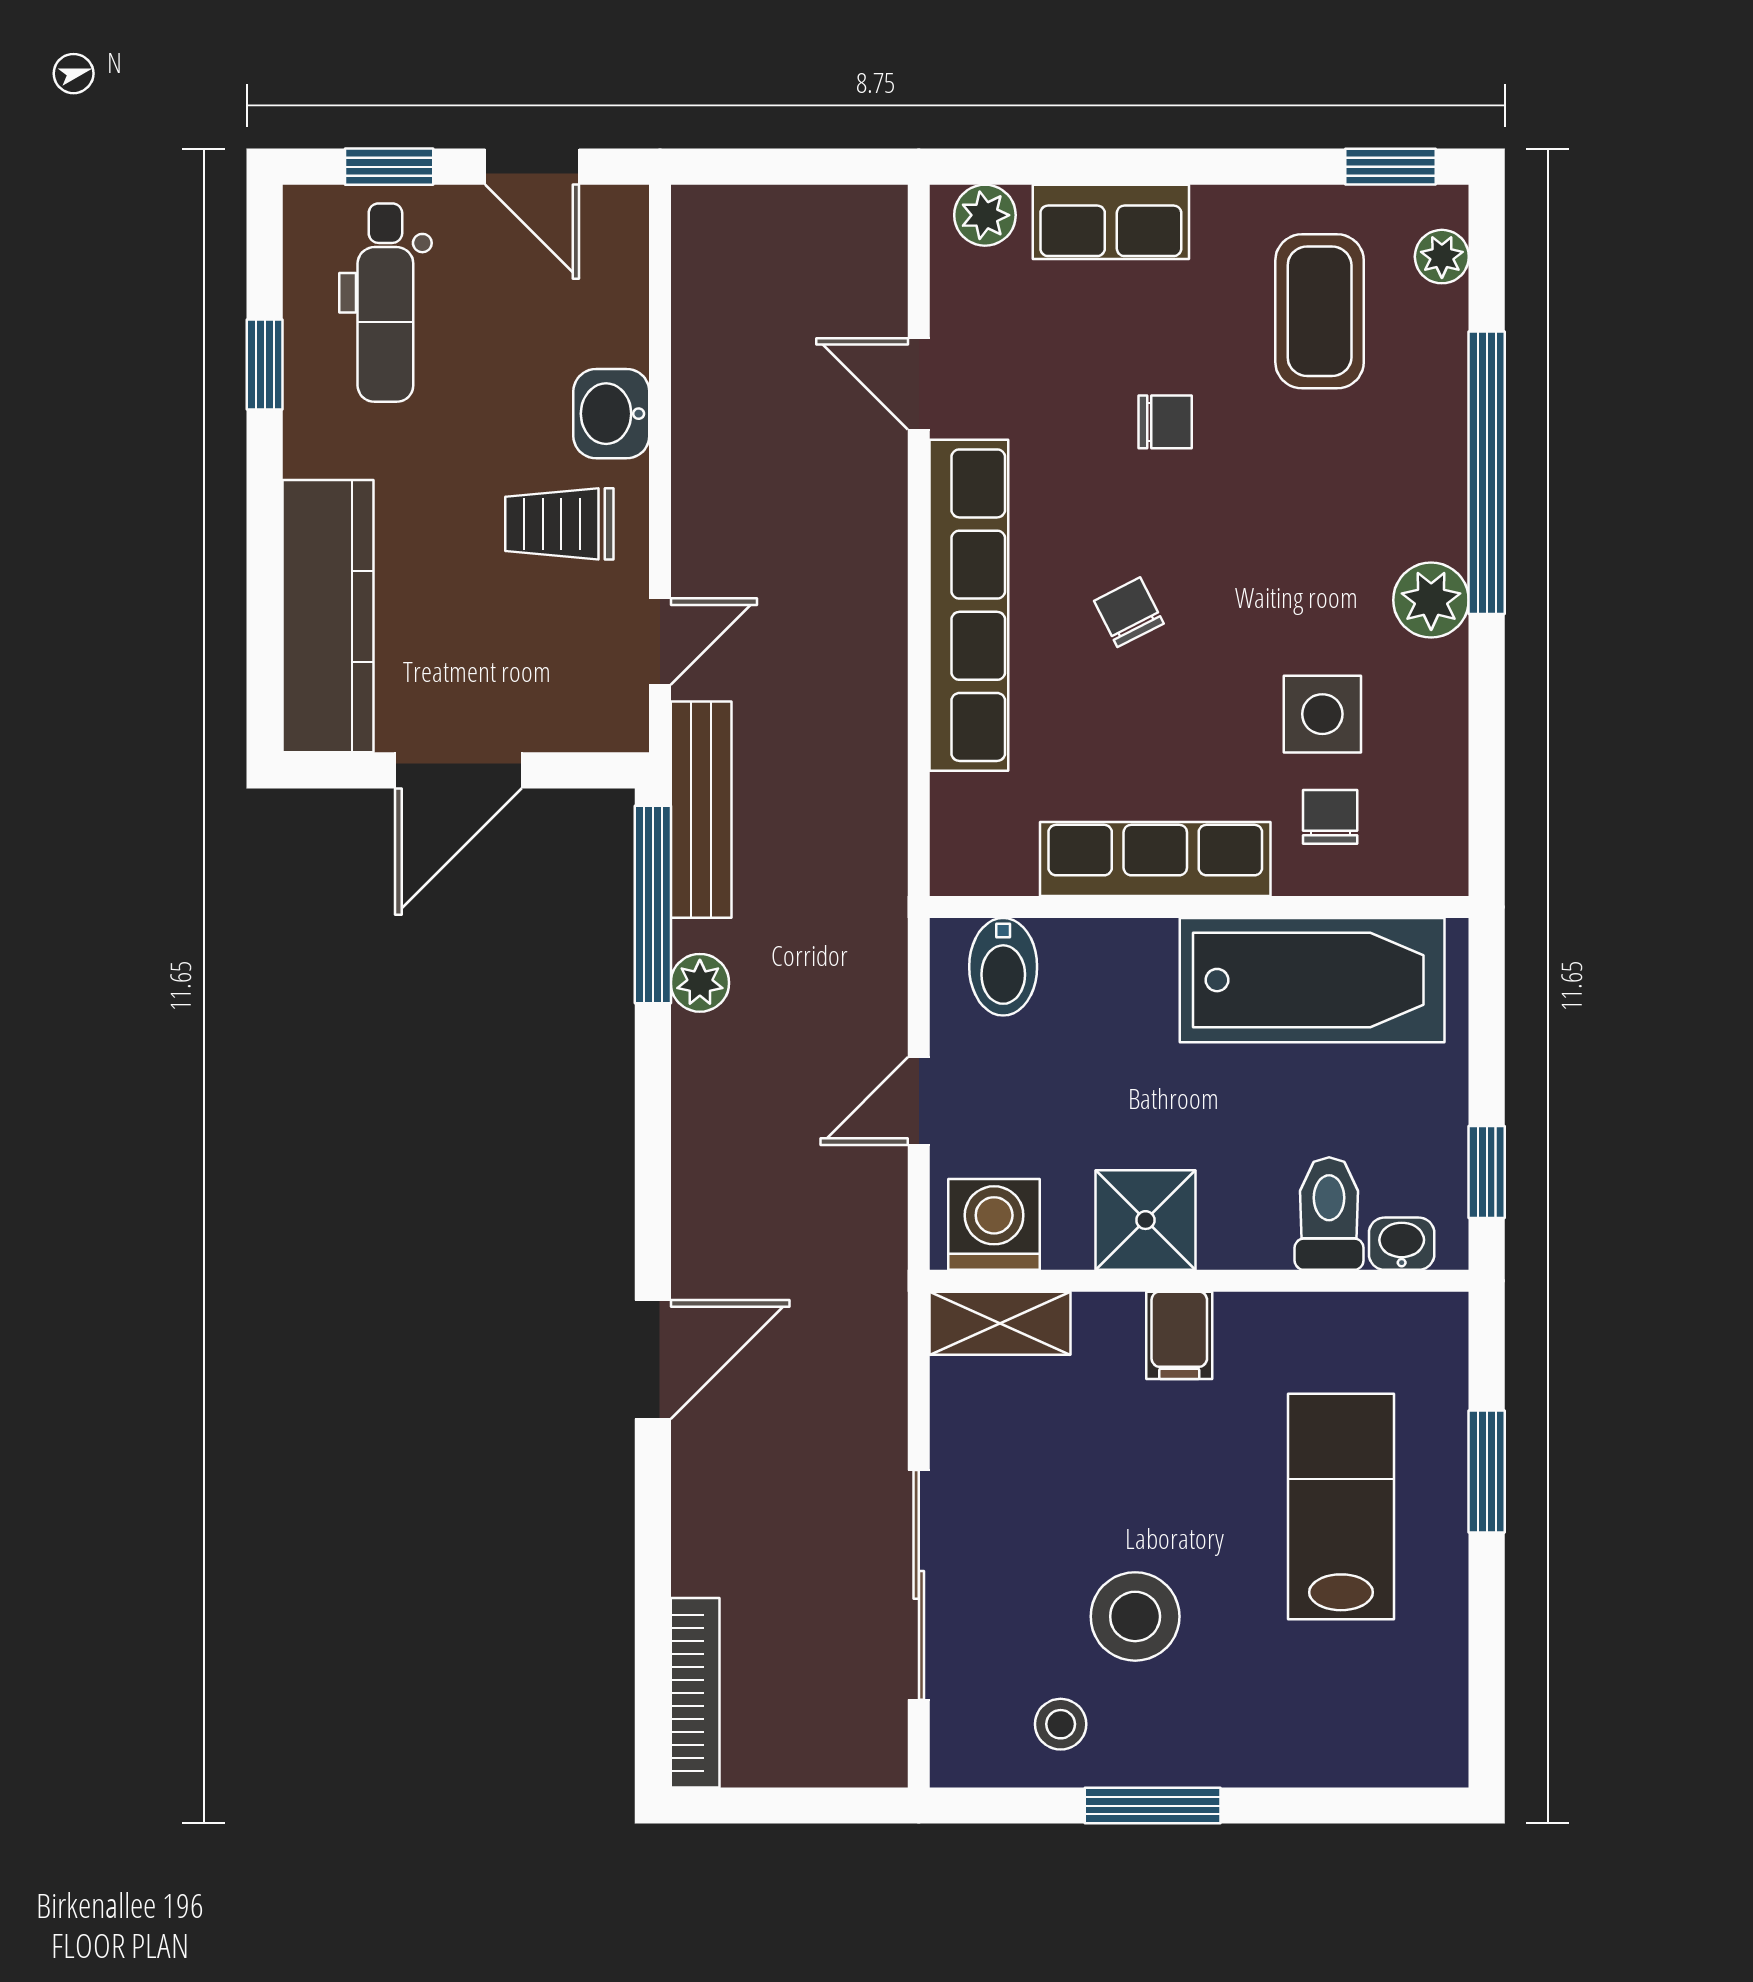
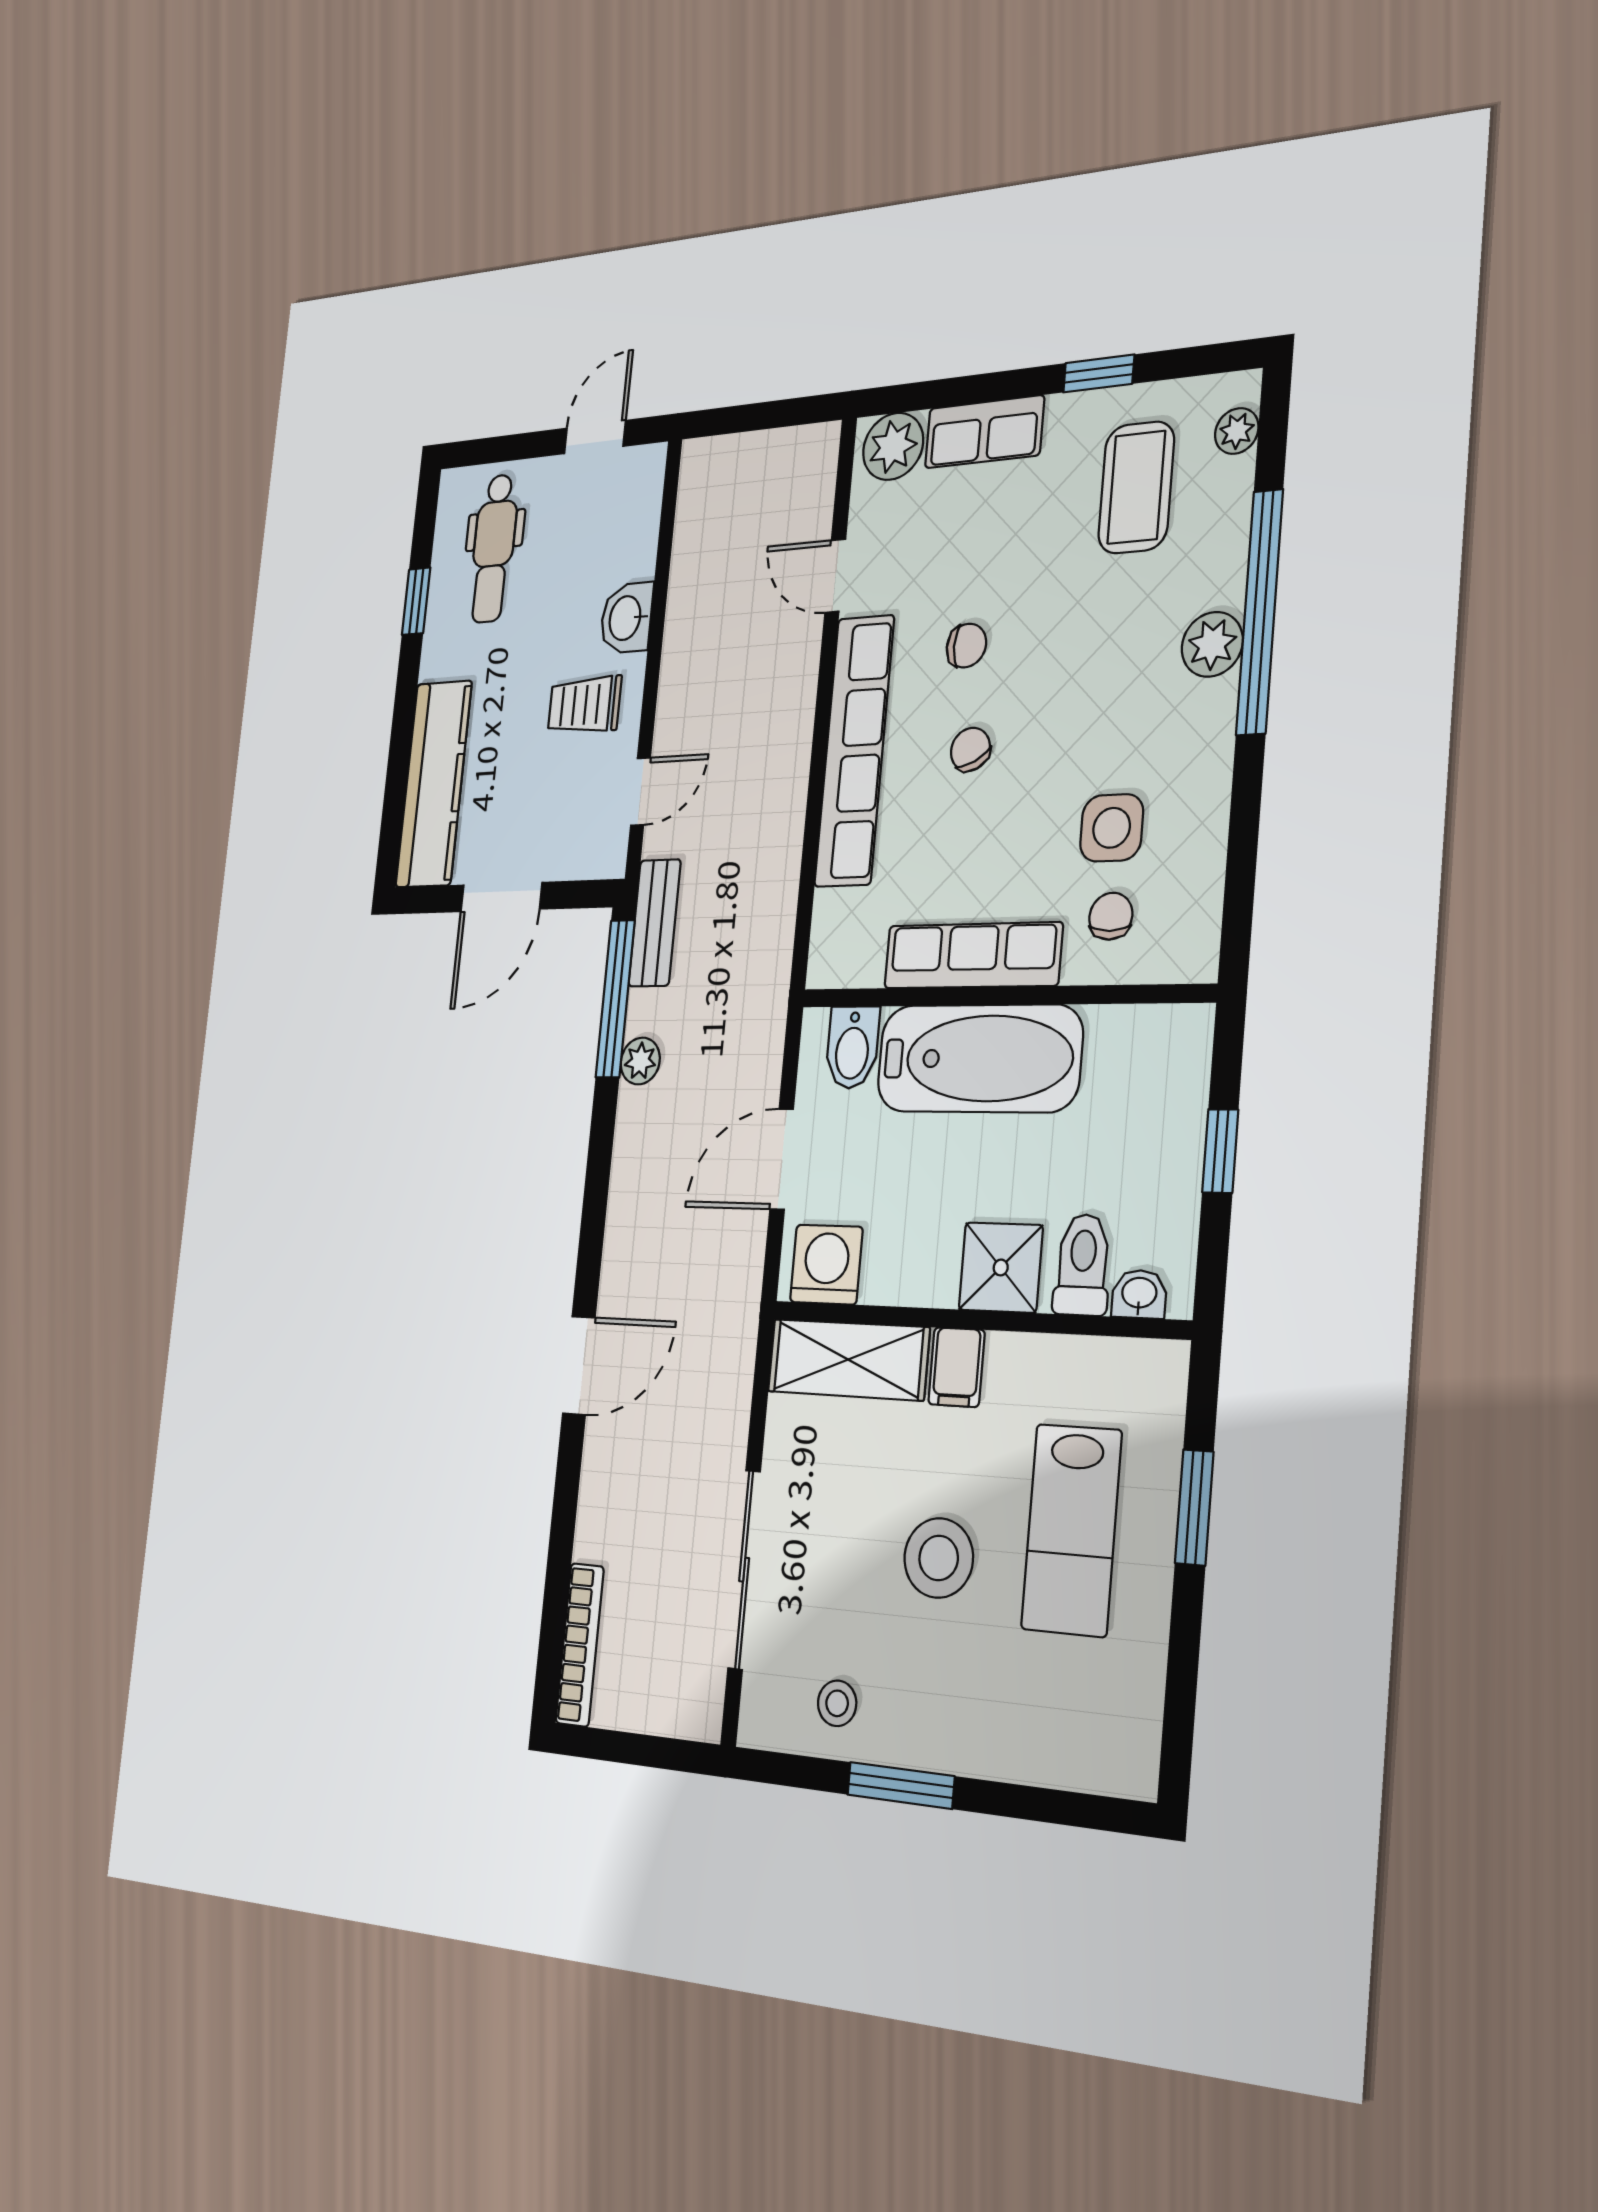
window: (389, 167) -> (506, 448), removed
door: (532, 167) -> (595, 437), swing flipped
window: (1390, 167) -> (1099, 373), moved
plant: (985, 215) -> (893, 446), width x1.38, depth x1.38
chair: (1165, 422) -> (966, 646), moved
plant: (1431, 600) -> (1212, 644), moved
bench: (701, 810) -> (655, 923), width x0.73
bathtub: (1312, 980) -> (979, 1058), moved
door: (919, 1101) -> (782, 1159), width x1.38
window: (1487, 1172) -> (1220, 1151), moved
shower: (1145, 1220) -> (1001, 1267), moved
shelving: (1000, 1323) -> (848, 1360), width x1.50, depth x1.33
lab bench: (1341, 1507) -> (1071, 1530), turned 180
stool: (1135, 1616) -> (939, 1558), moved

